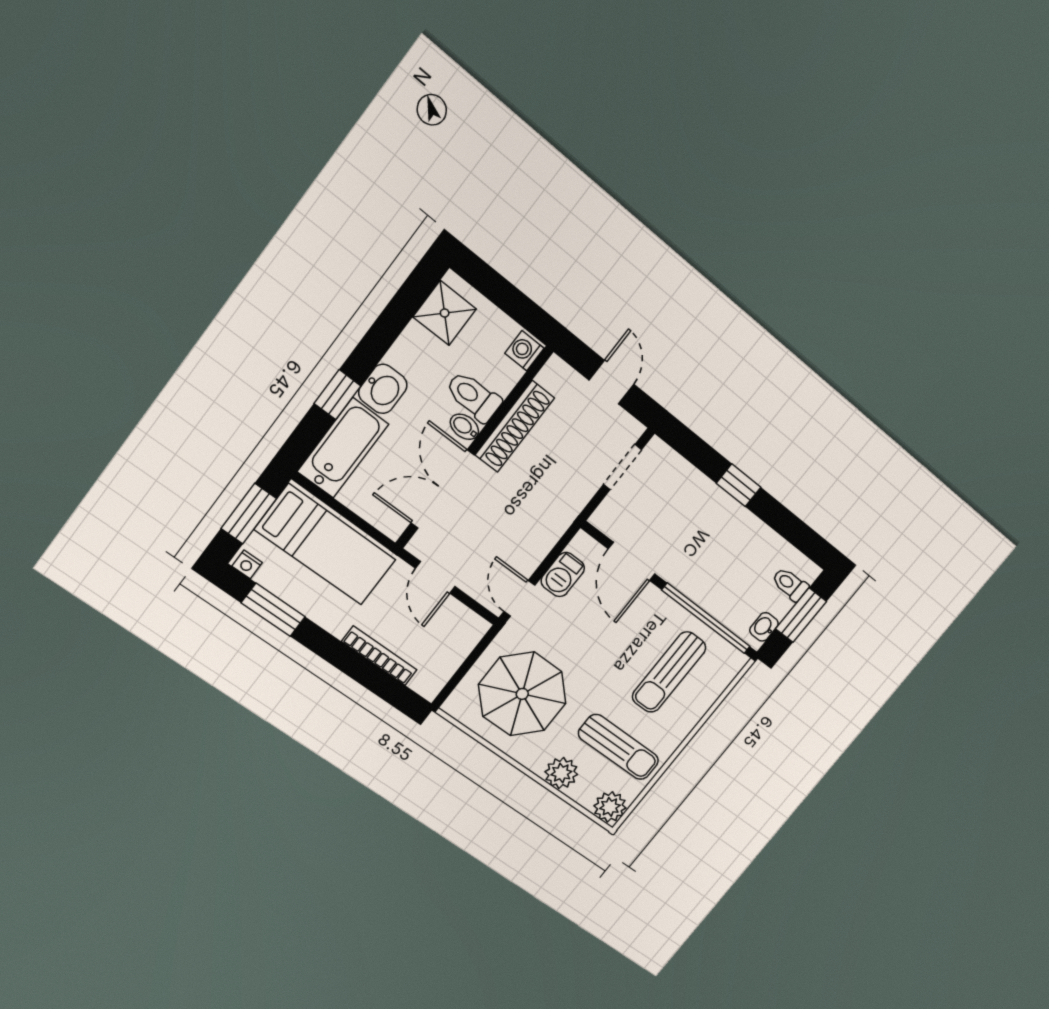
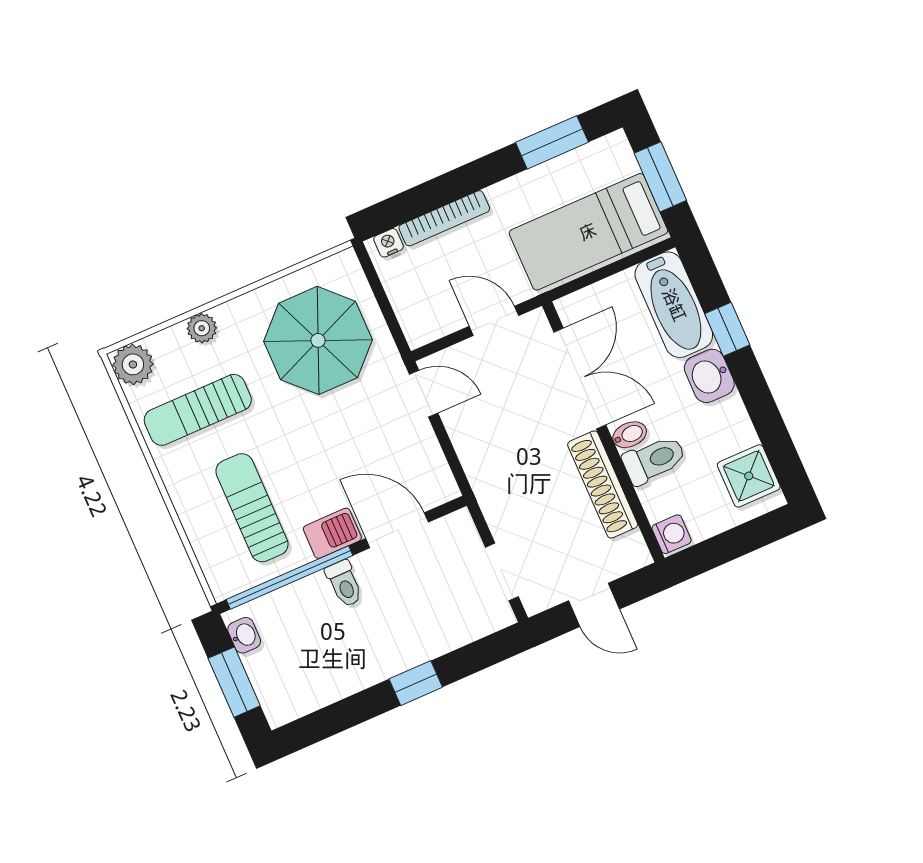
nightstand: (247, 564) -> (388, 243), moved
barbecue: (563, 575) -> (332, 533), moved, turned 90
toilet: (790, 584) -> (344, 584), moved, turned 90
plant: (561, 773) -> (202, 328), width x0.73, depth x0.73

